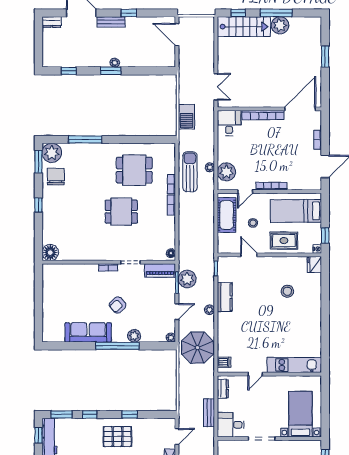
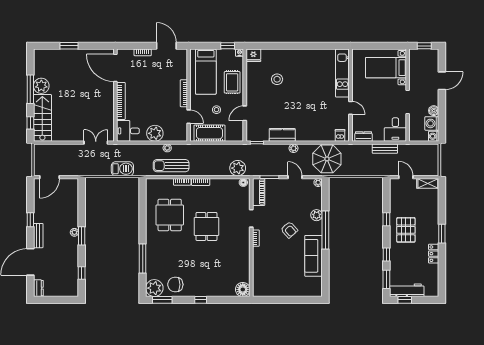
plant: (226, 172) -> (155, 133), moved
plant: (187, 279) -> (238, 168), moved

